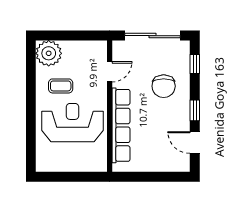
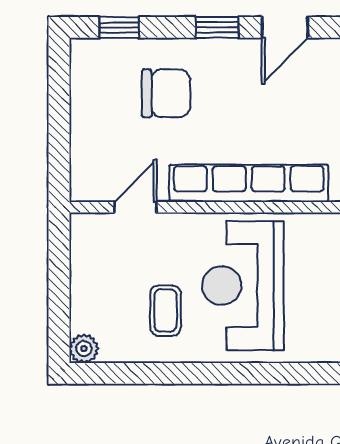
sliding door: (153, 36) -> (59, 117), removed
plant: (49, 53) -> (84, 349), width x0.53, depth x0.53
door: (110, 72) -> (135, 207), hinge flipped

